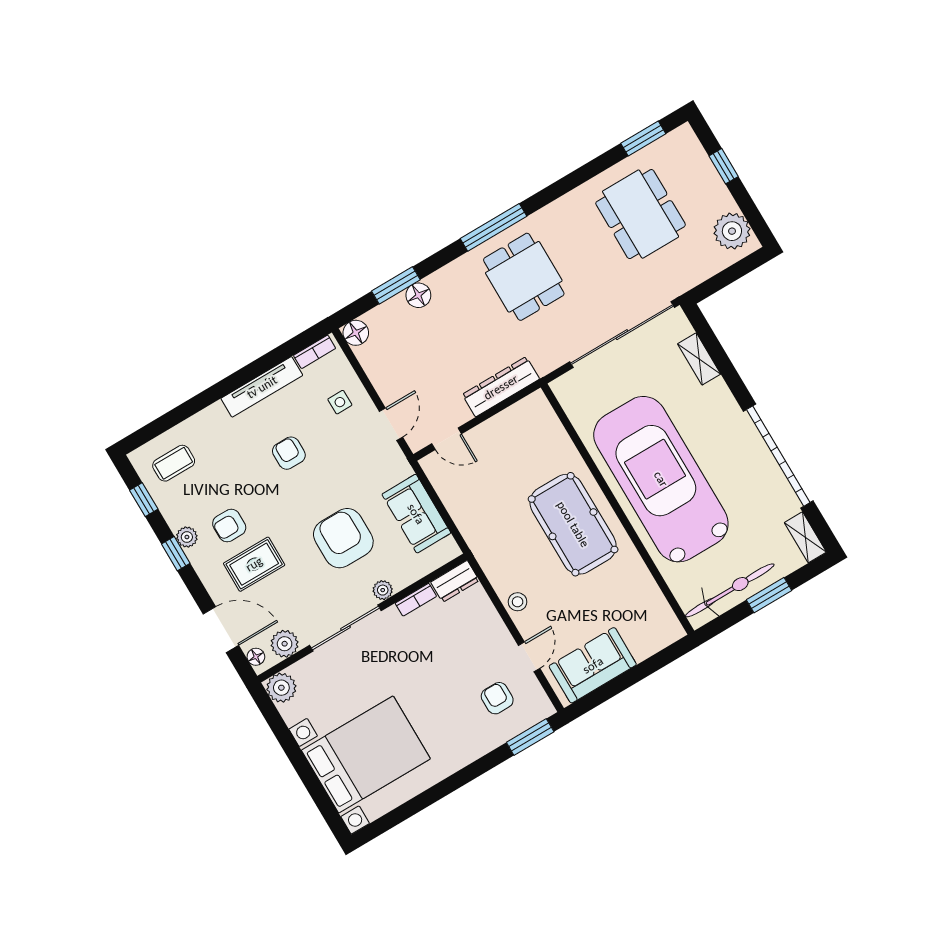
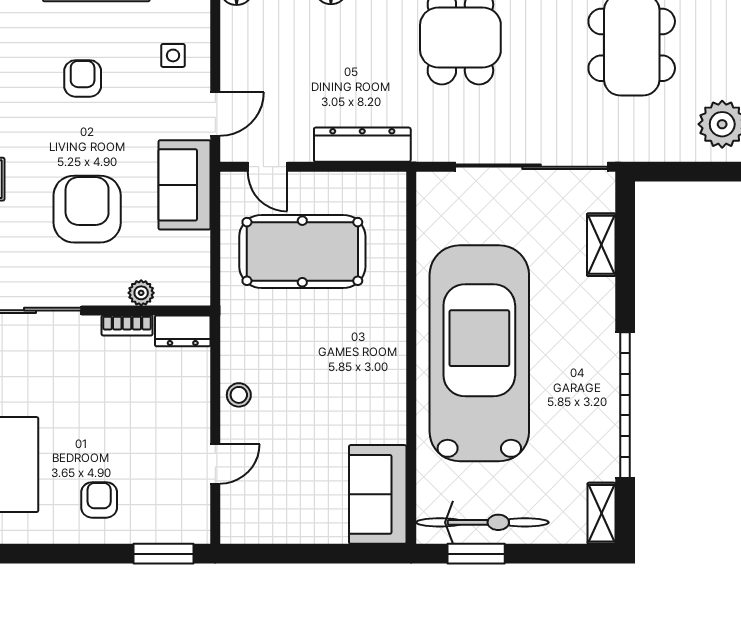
sofa: (416, 514) -> (184, 185), moved
pool table: (573, 524) -> (302, 251), moved, turned 90
plant: (383, 590) -> (141, 293), moved
window: (769, 595) -> (476, 554), moved
sofa: (593, 665) -> (378, 494), moved, turned -90
armchair: (497, 698) -> (99, 500), moved

